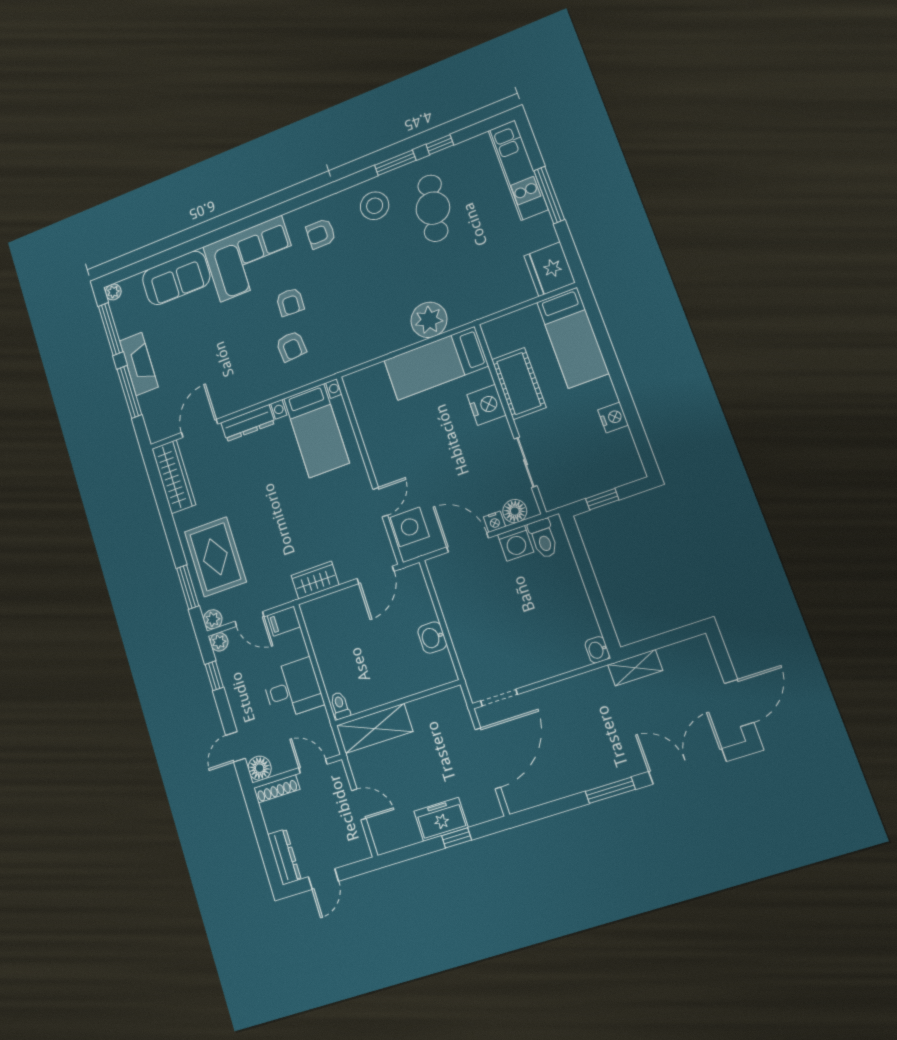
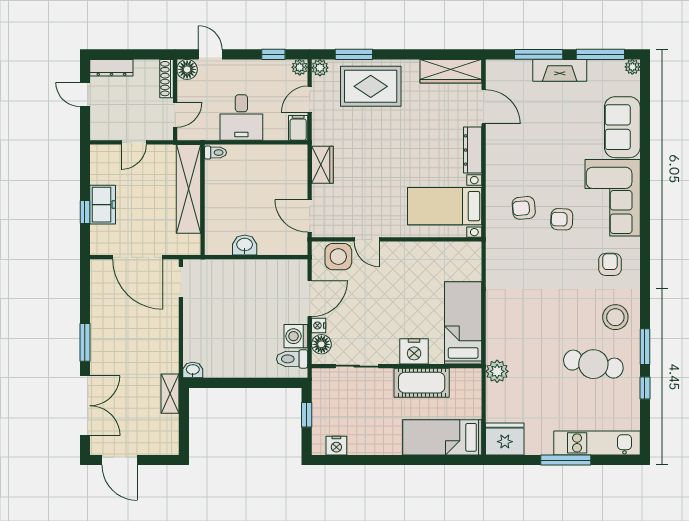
plant: (429, 320) -> (497, 371), moved, width x0.73, depth x0.73
nightstand: (613, 417) -> (336, 446), moved
shelving: (375, 728) -> (189, 189), width x1.47

